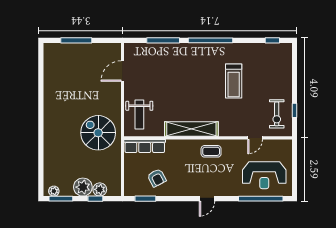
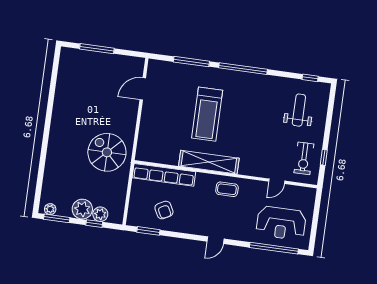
treadmill: (234, 81) -> (207, 114), moved, width x1.37, depth x1.38
weight bench: (139, 115) -> (299, 110), moved, turned 180
row of seats: (145, 146) -> (164, 175), width x1.36

